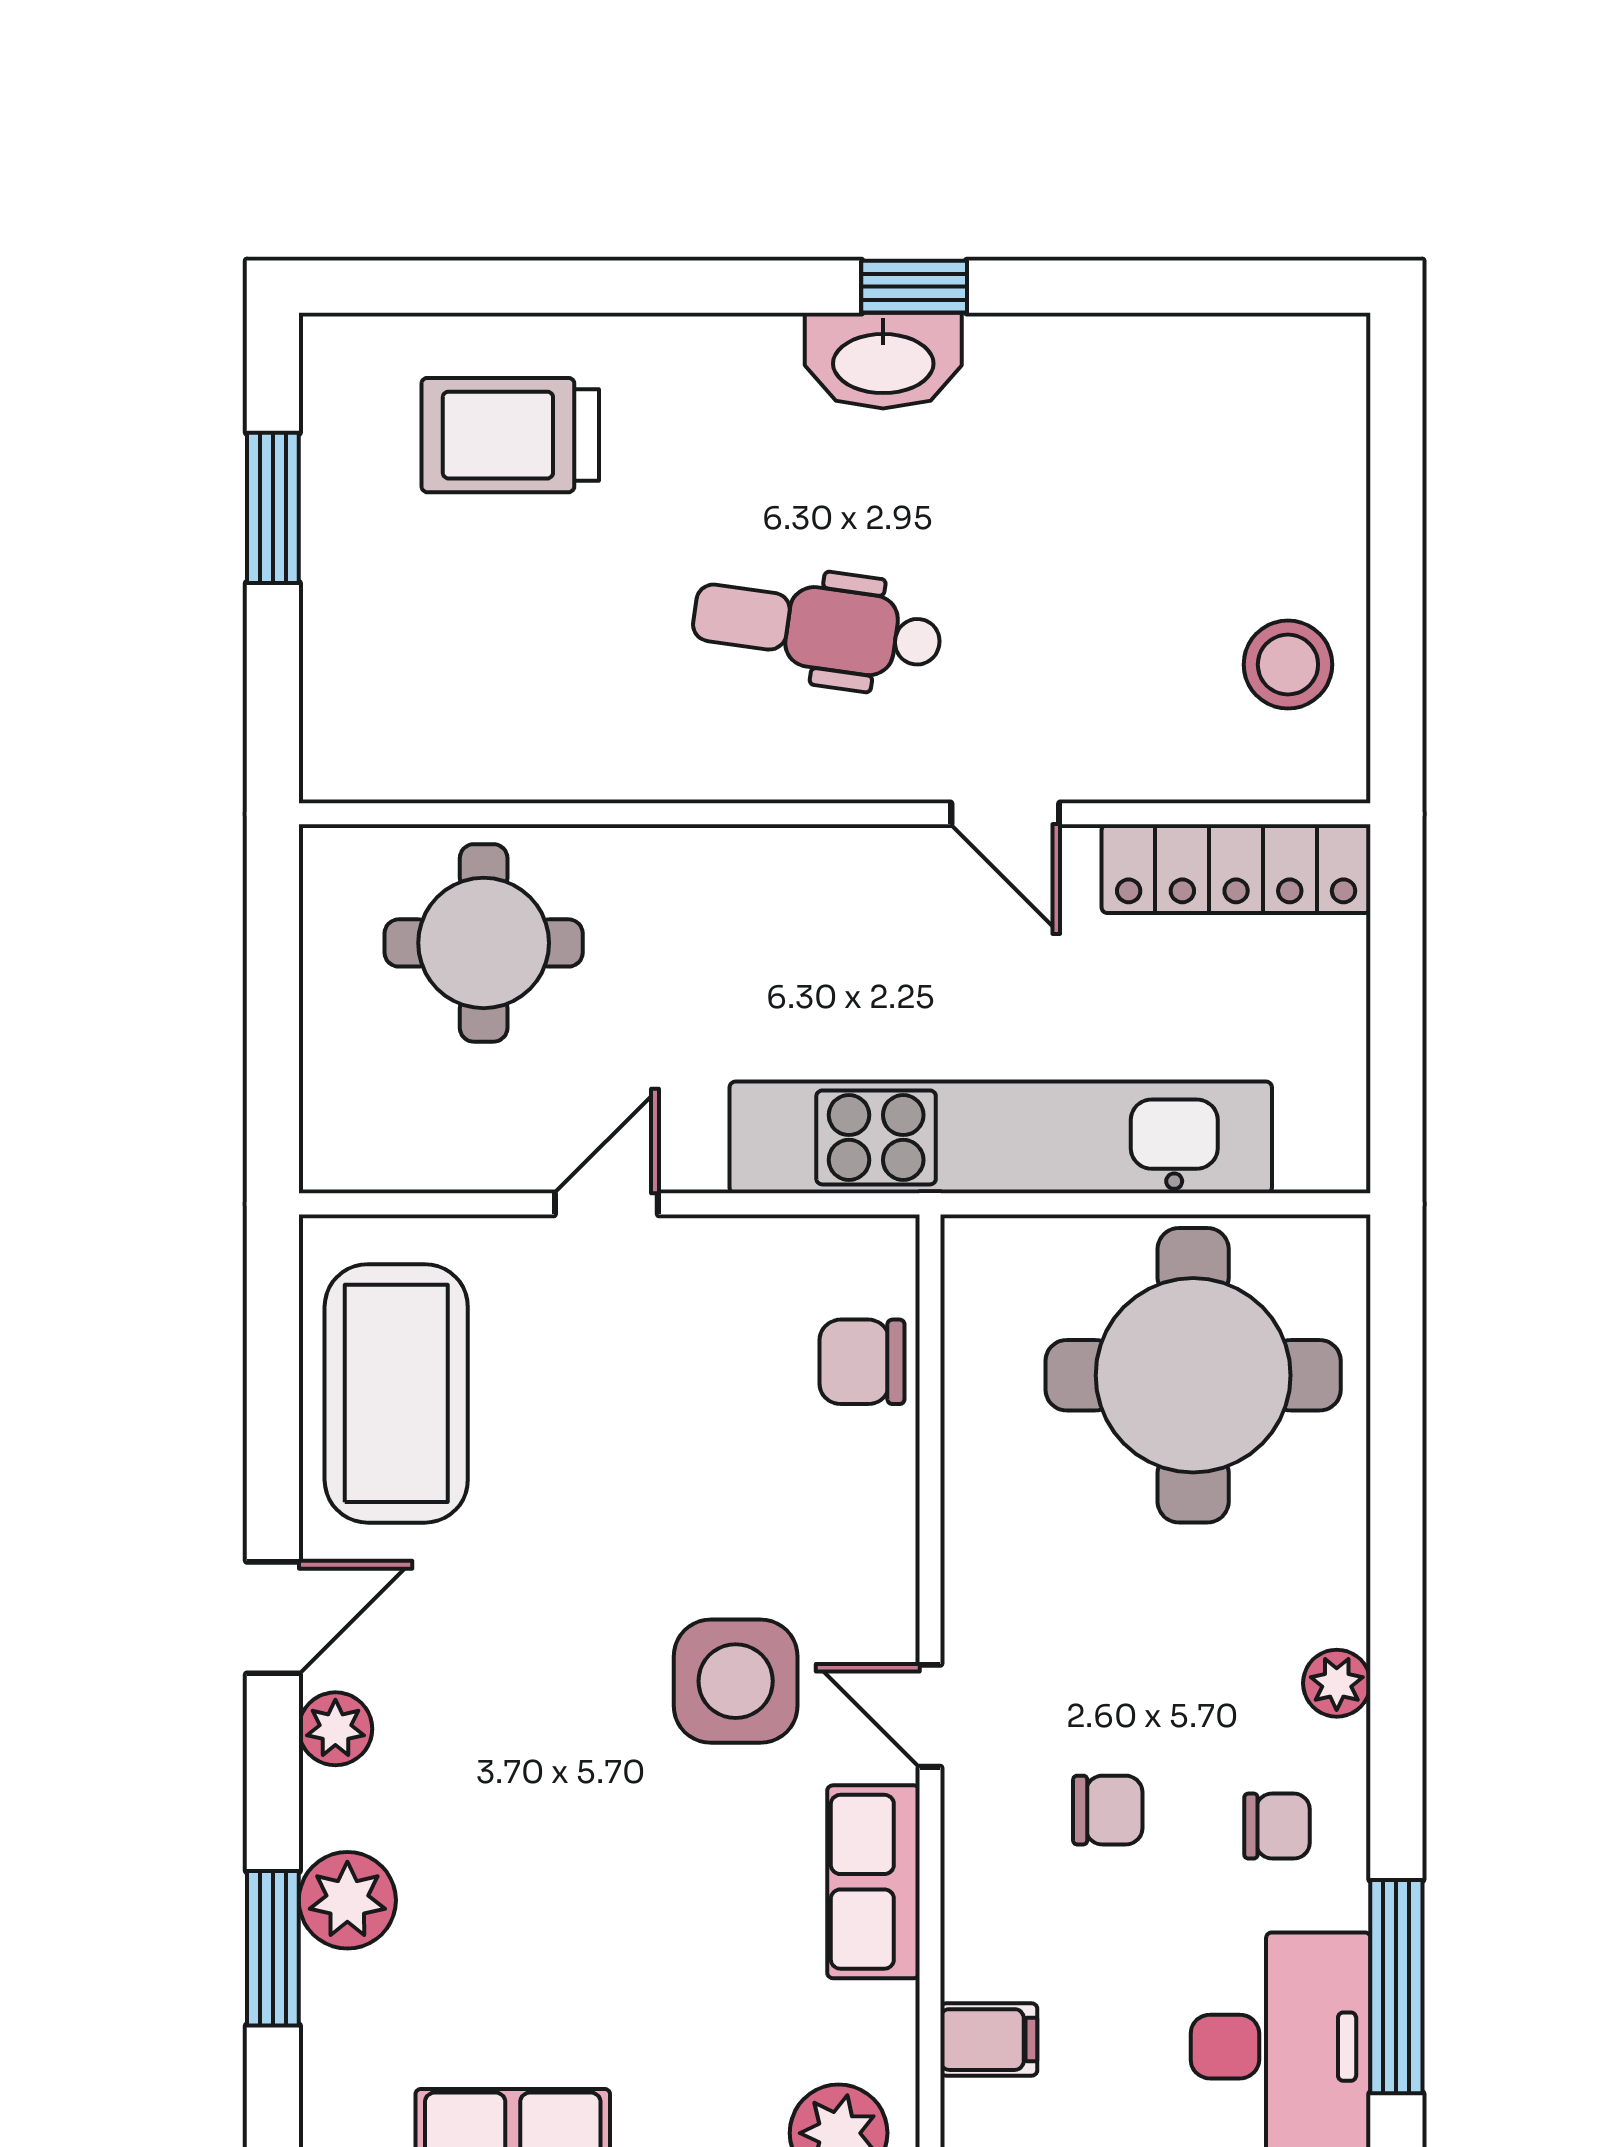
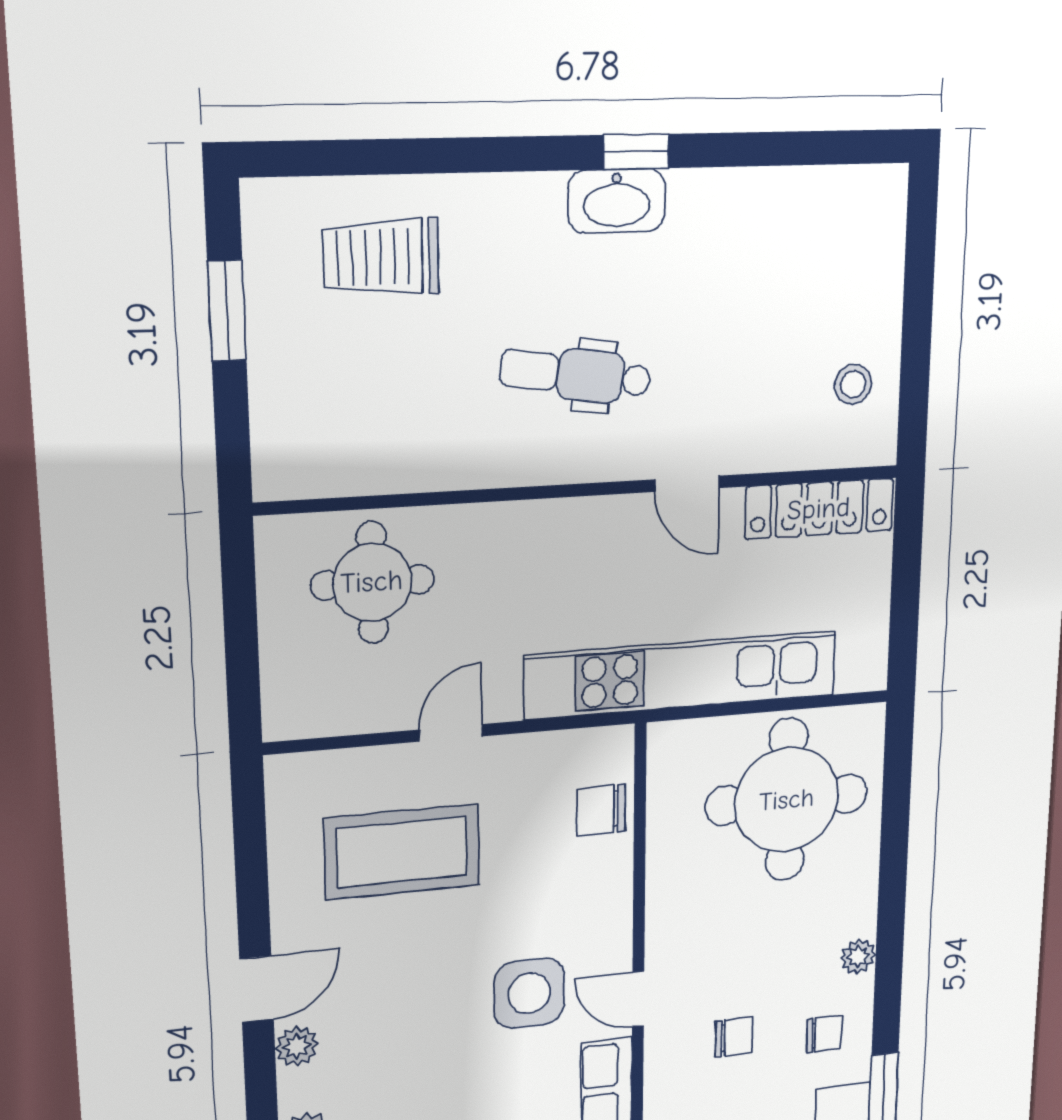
stool: (1288, 665) -> (853, 384), width x0.73, depth x0.73
coffee table: (396, 1393) -> (402, 852), moved, turned 90

